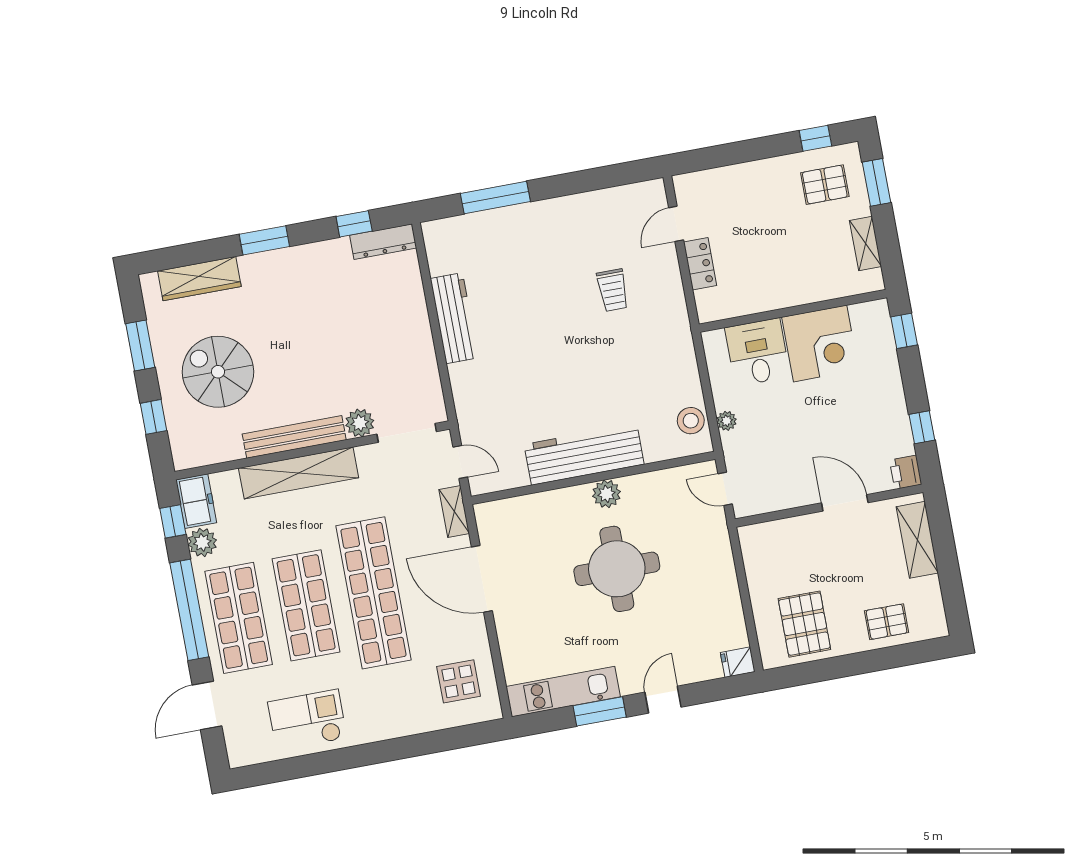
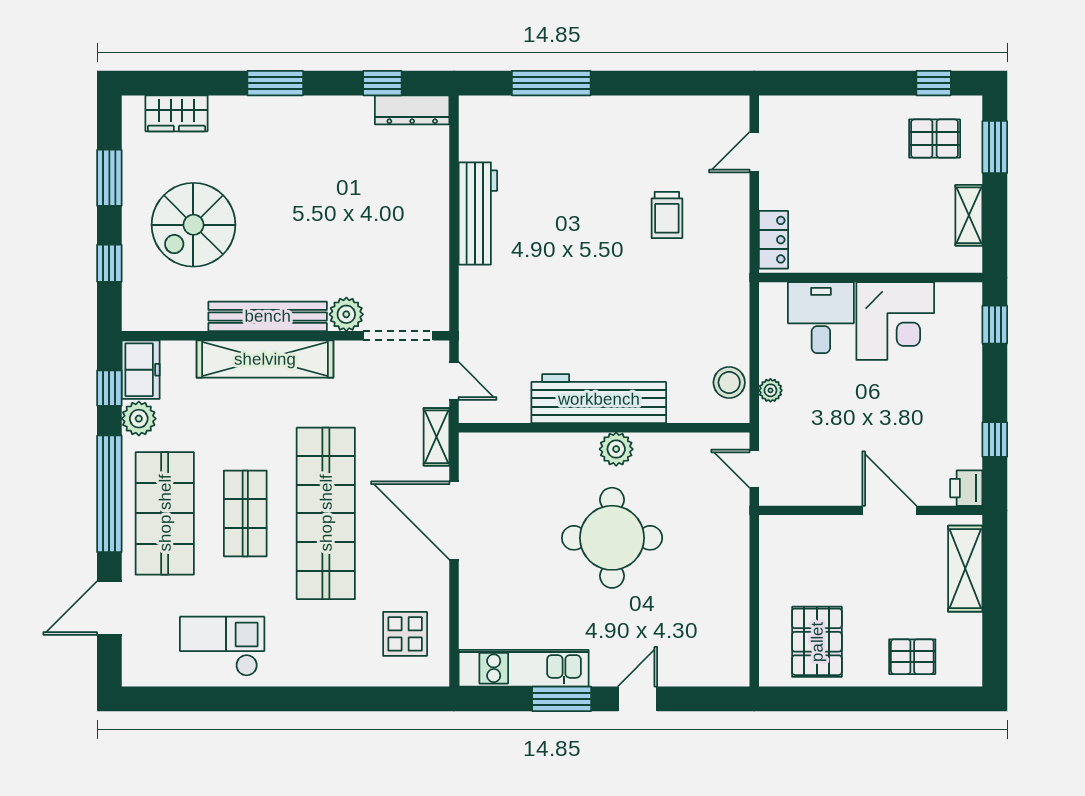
locker: (700, 264) -> (773, 240), moved
wardrobe: (199, 279) -> (176, 113), width x0.67
spiral stairs: (218, 372) -> (193, 225), turned -90
shop shelf: (306, 605) -> (245, 513), width x0.70, depth x0.74
fridge: (738, 662) -> (732, 671), removed

